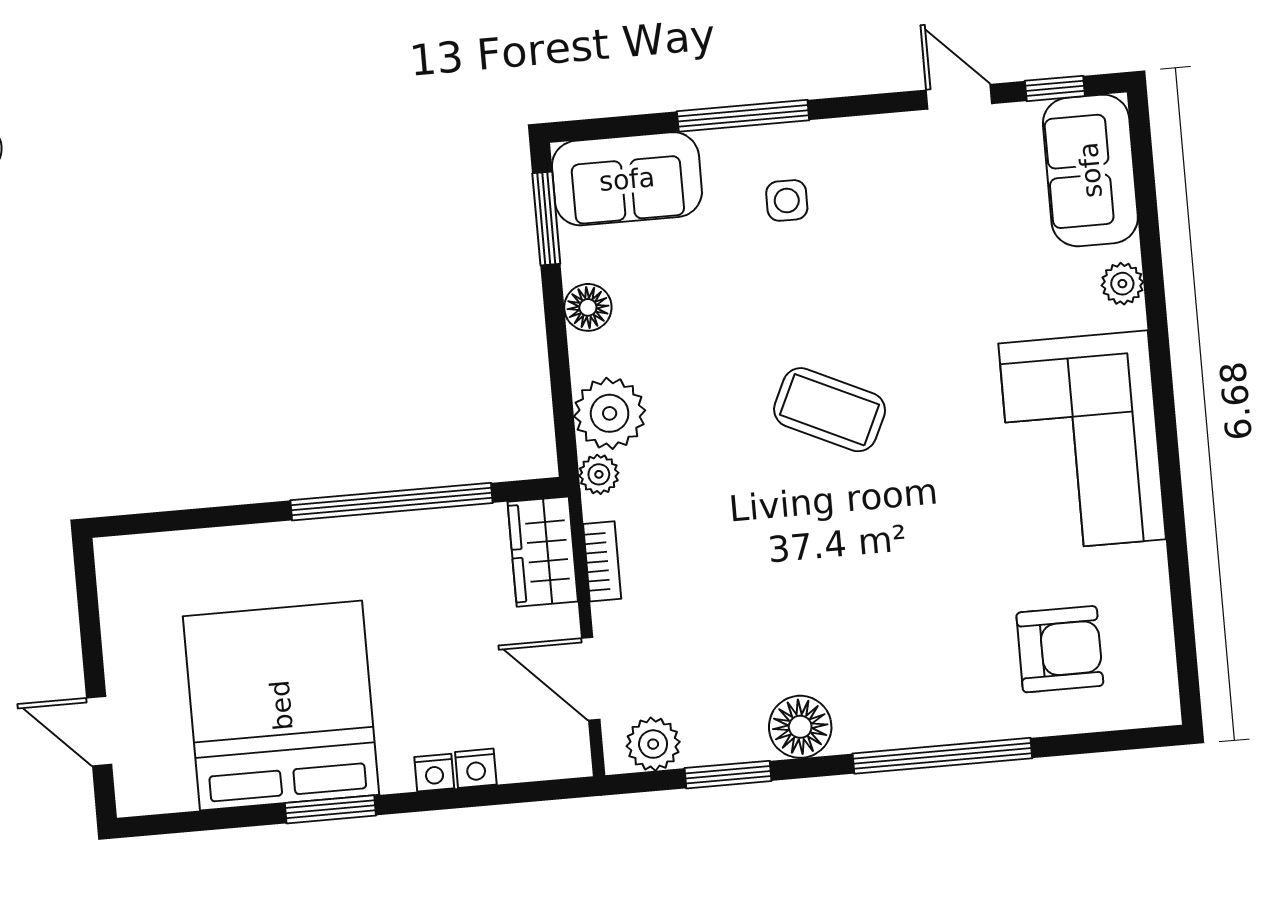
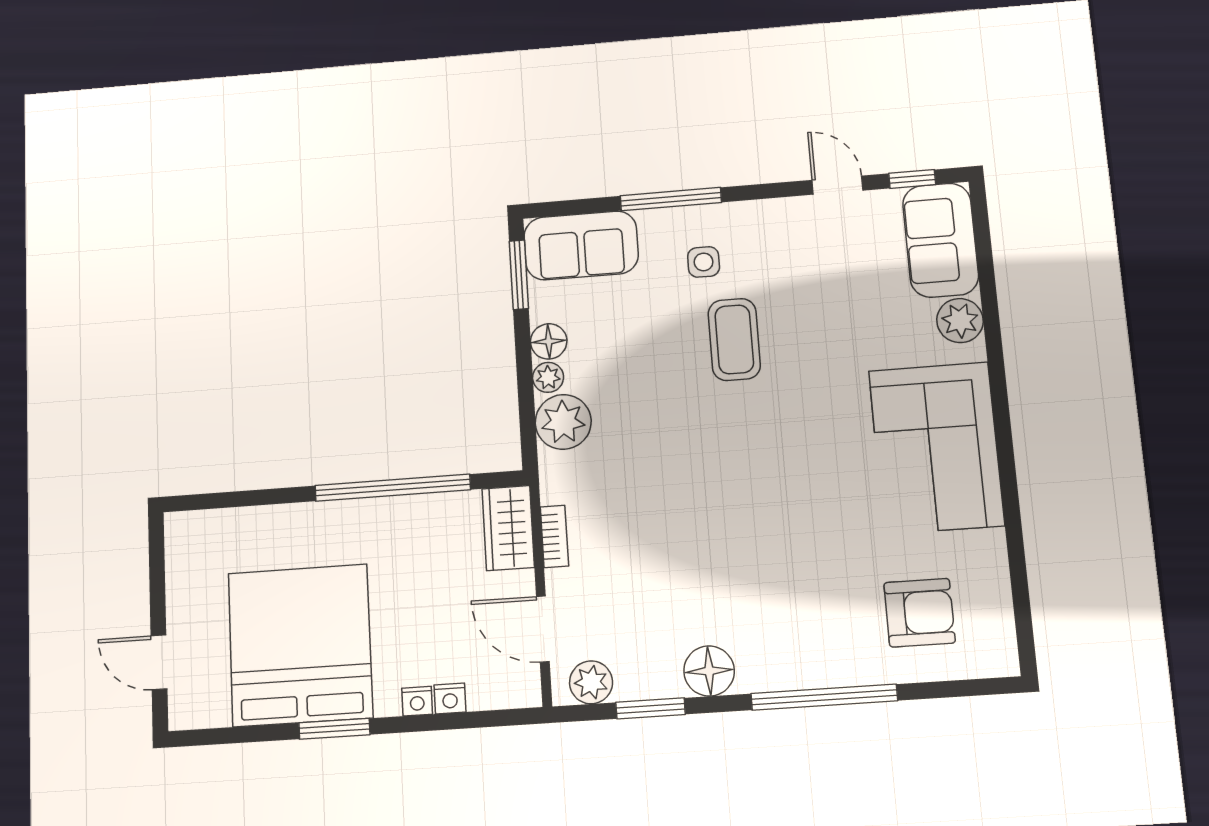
plant: (1122, 284) -> (960, 321), width x1.38, depth x1.38
coffee table: (830, 410) -> (734, 339), moved, turned 65
plant: (599, 474) -> (548, 377), moved

